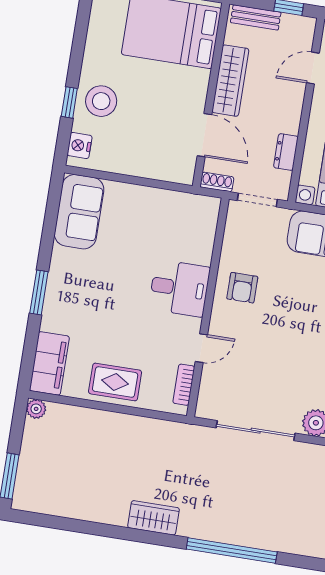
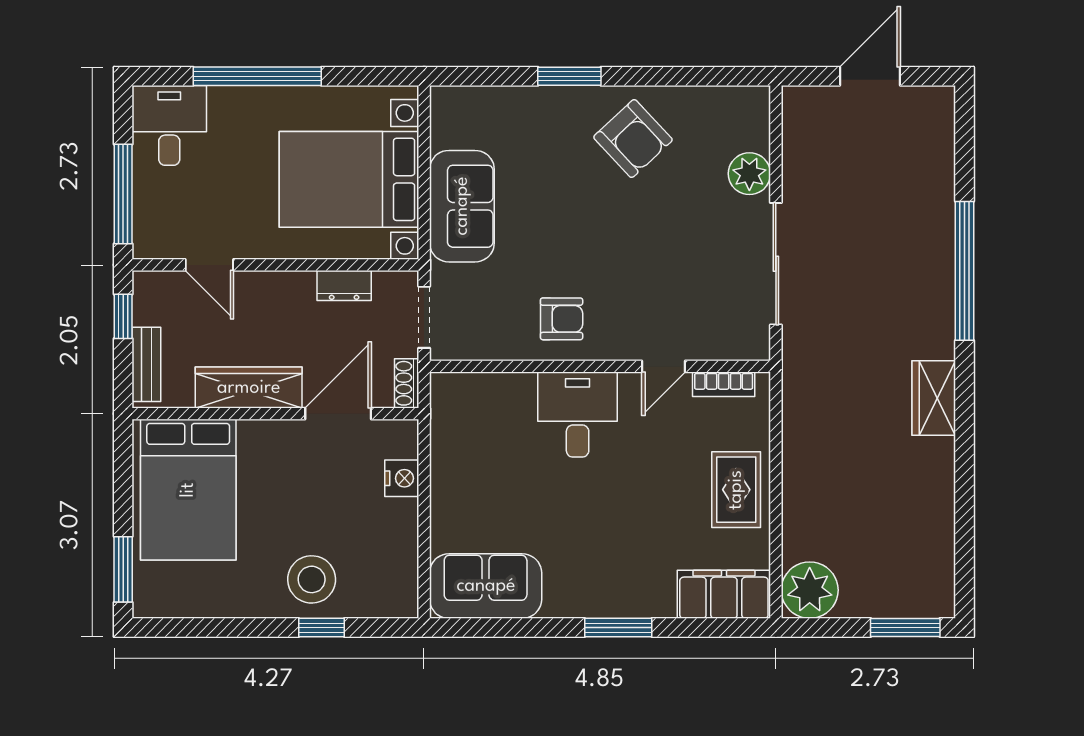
nightstand: (80, 146) -> (402, 478), moved, turned -90
door: (201, 348) -> (664, 366), swing flipped
plant: (36, 409) -> (810, 590), width x1.87, depth x1.87

